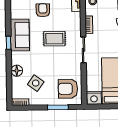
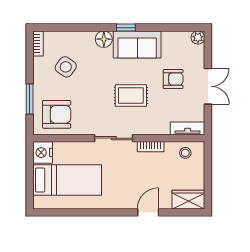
rug: (54, 39) -> (131, 96), turned 90
floor lamp: (17, 71) -> (104, 39), moved
armchair: (68, 89) -> (57, 114), turned 90

